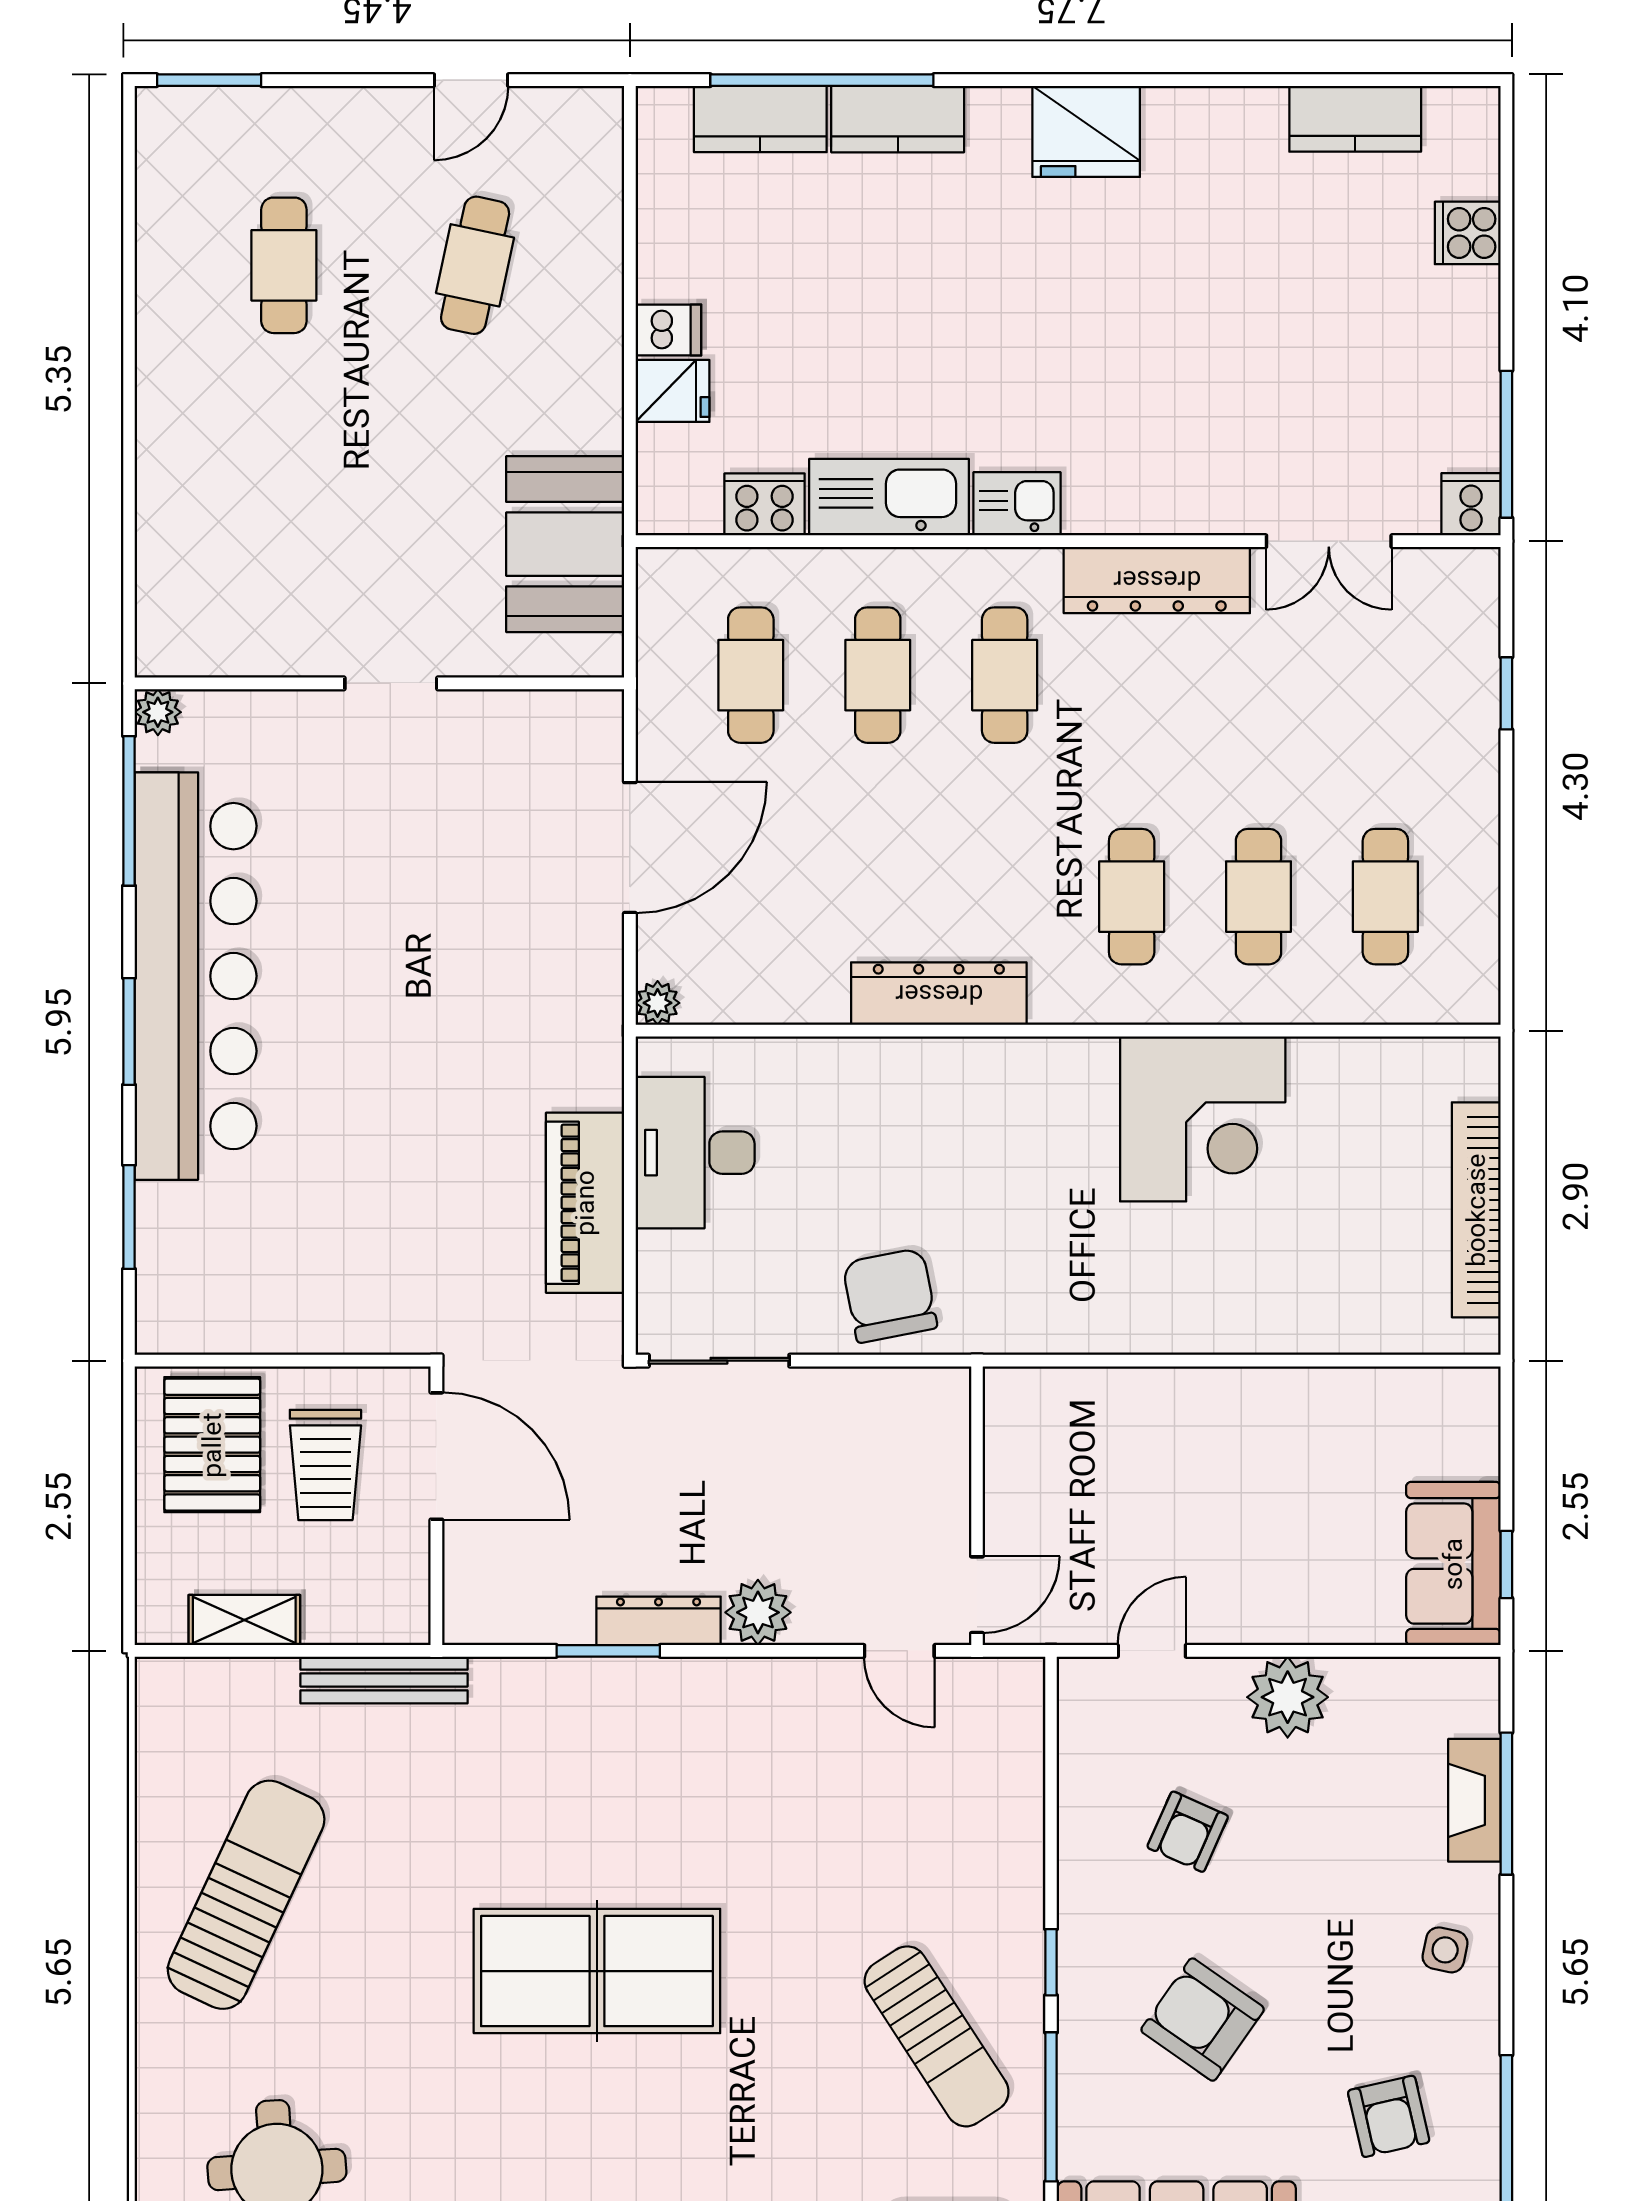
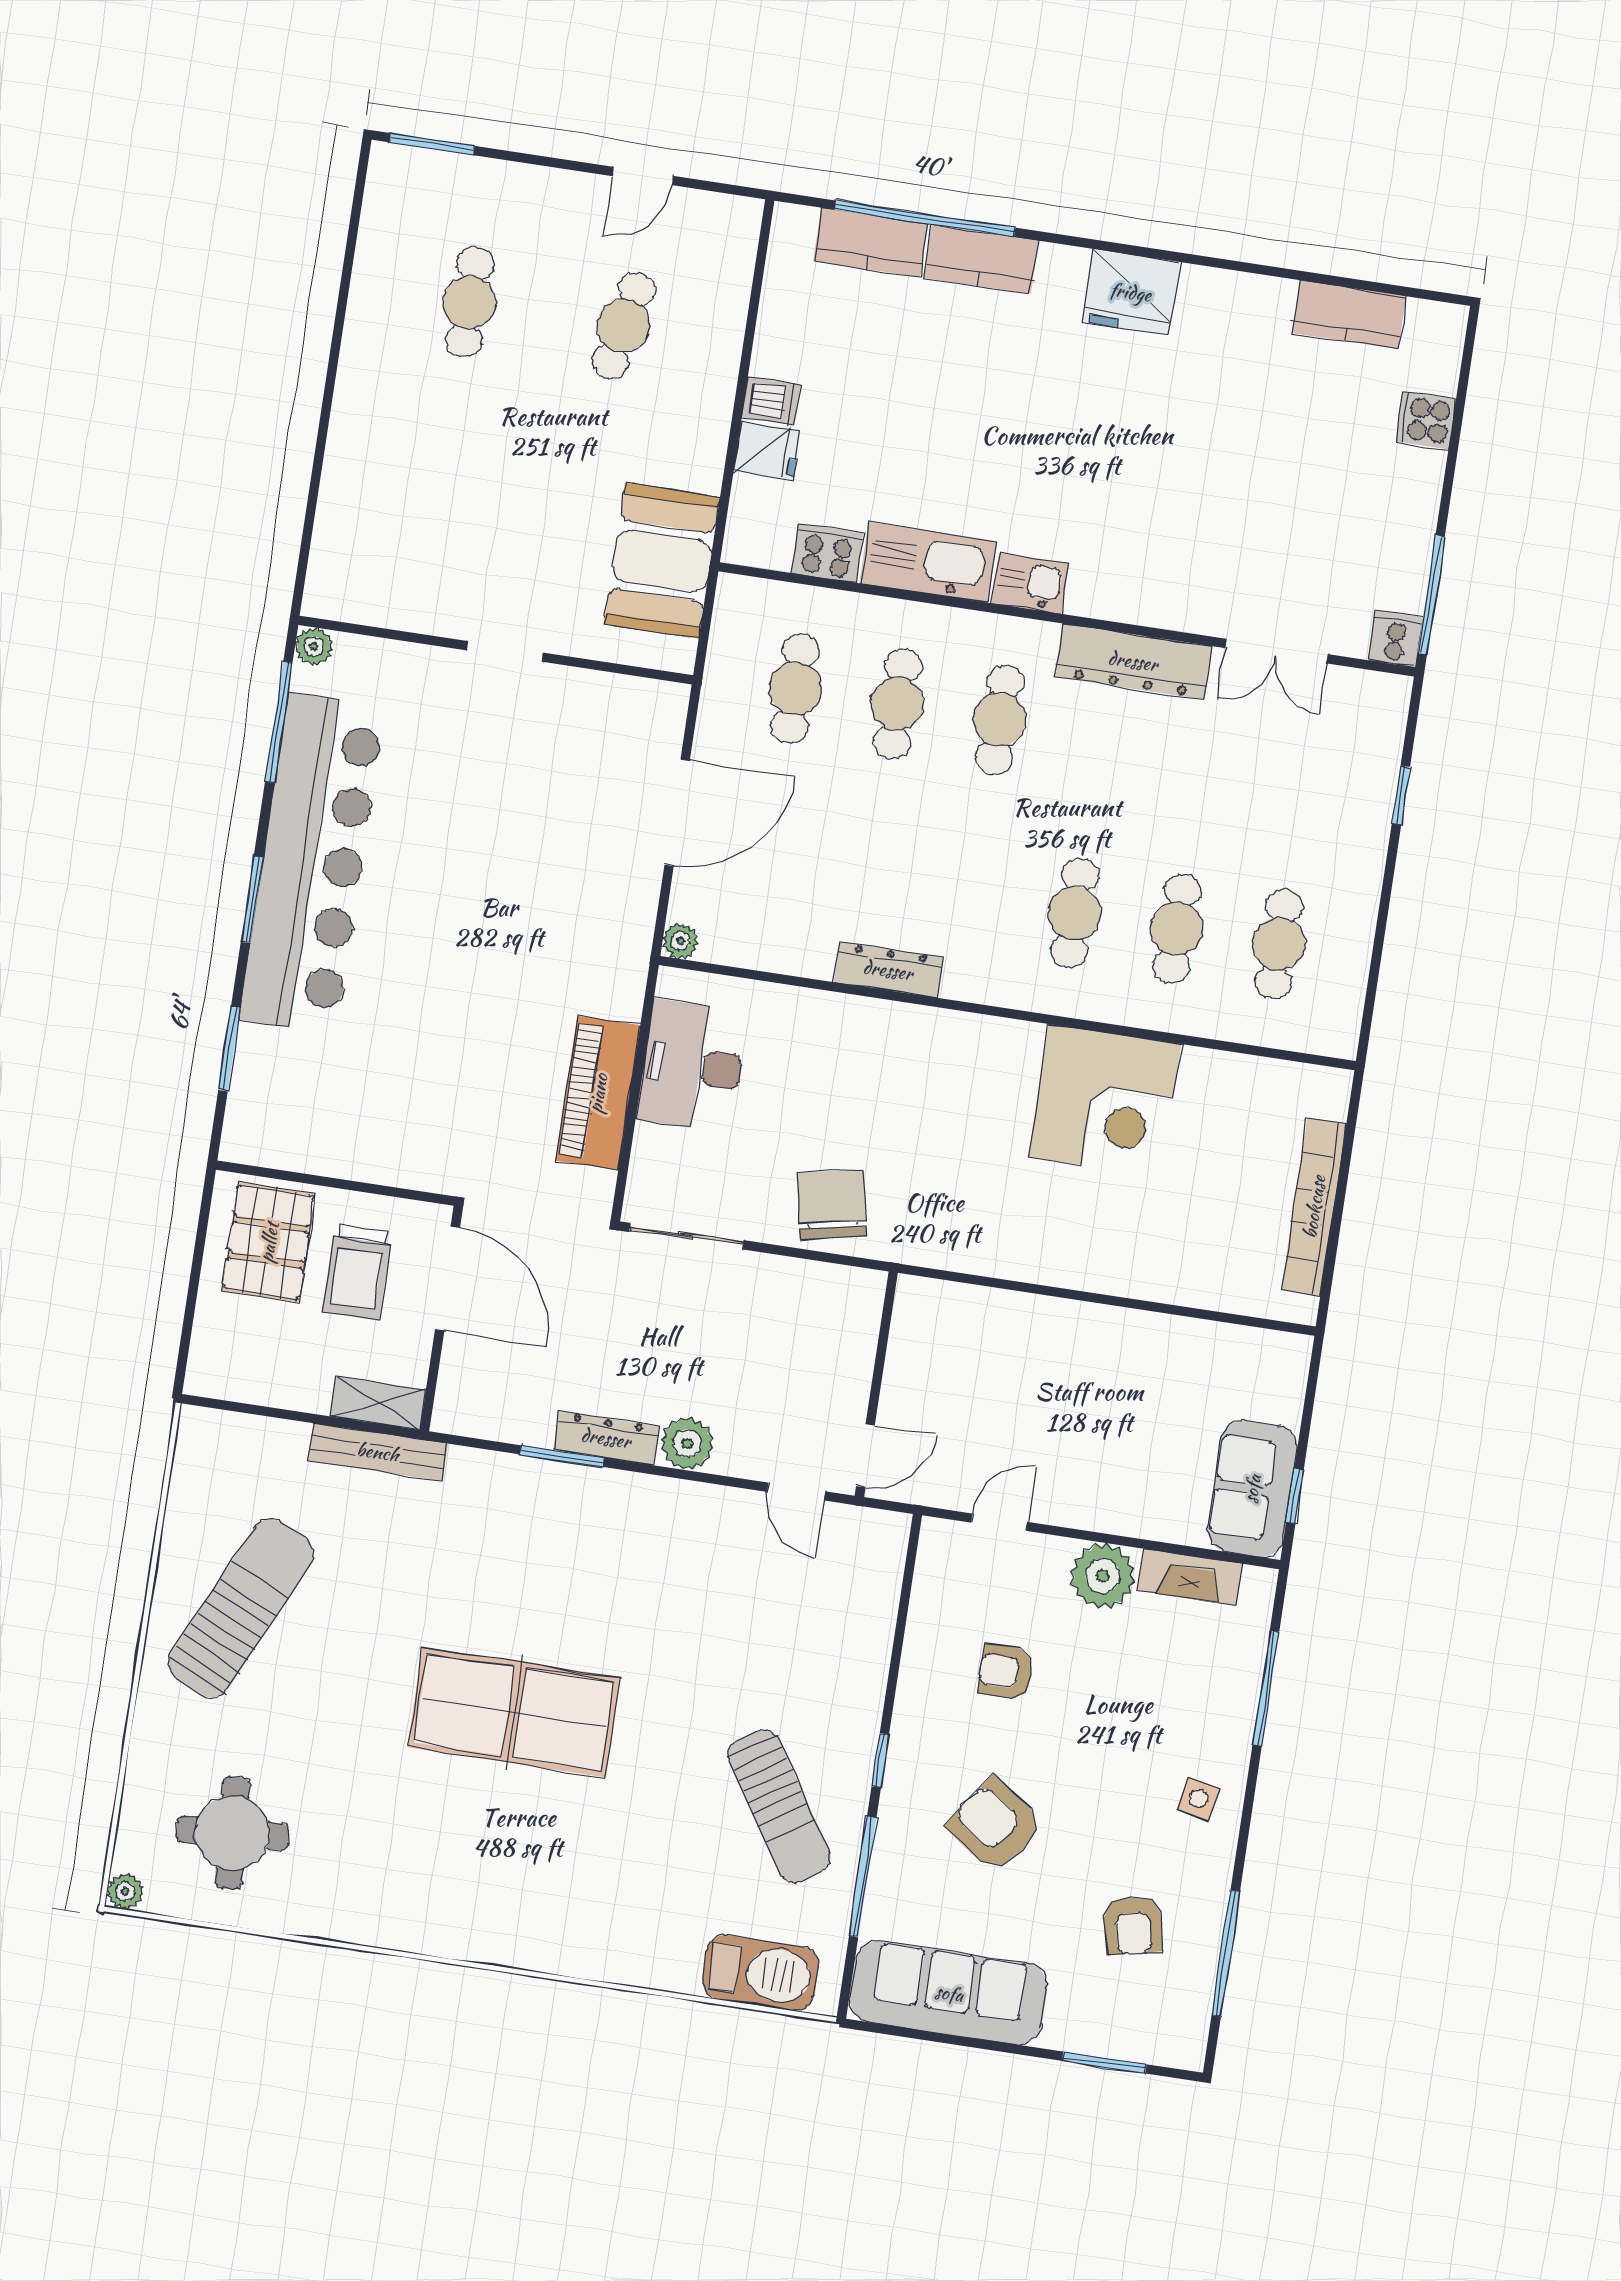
dresser: (939, 994) -> (888, 970), width x0.73, depth x0.80
shelving: (244, 1620) -> (378, 1403), moved
fireplace: (1474, 1800) -> (1190, 1577), moved, turned -90
armchair: (1188, 1832) -> (1006, 1672), turned 66

